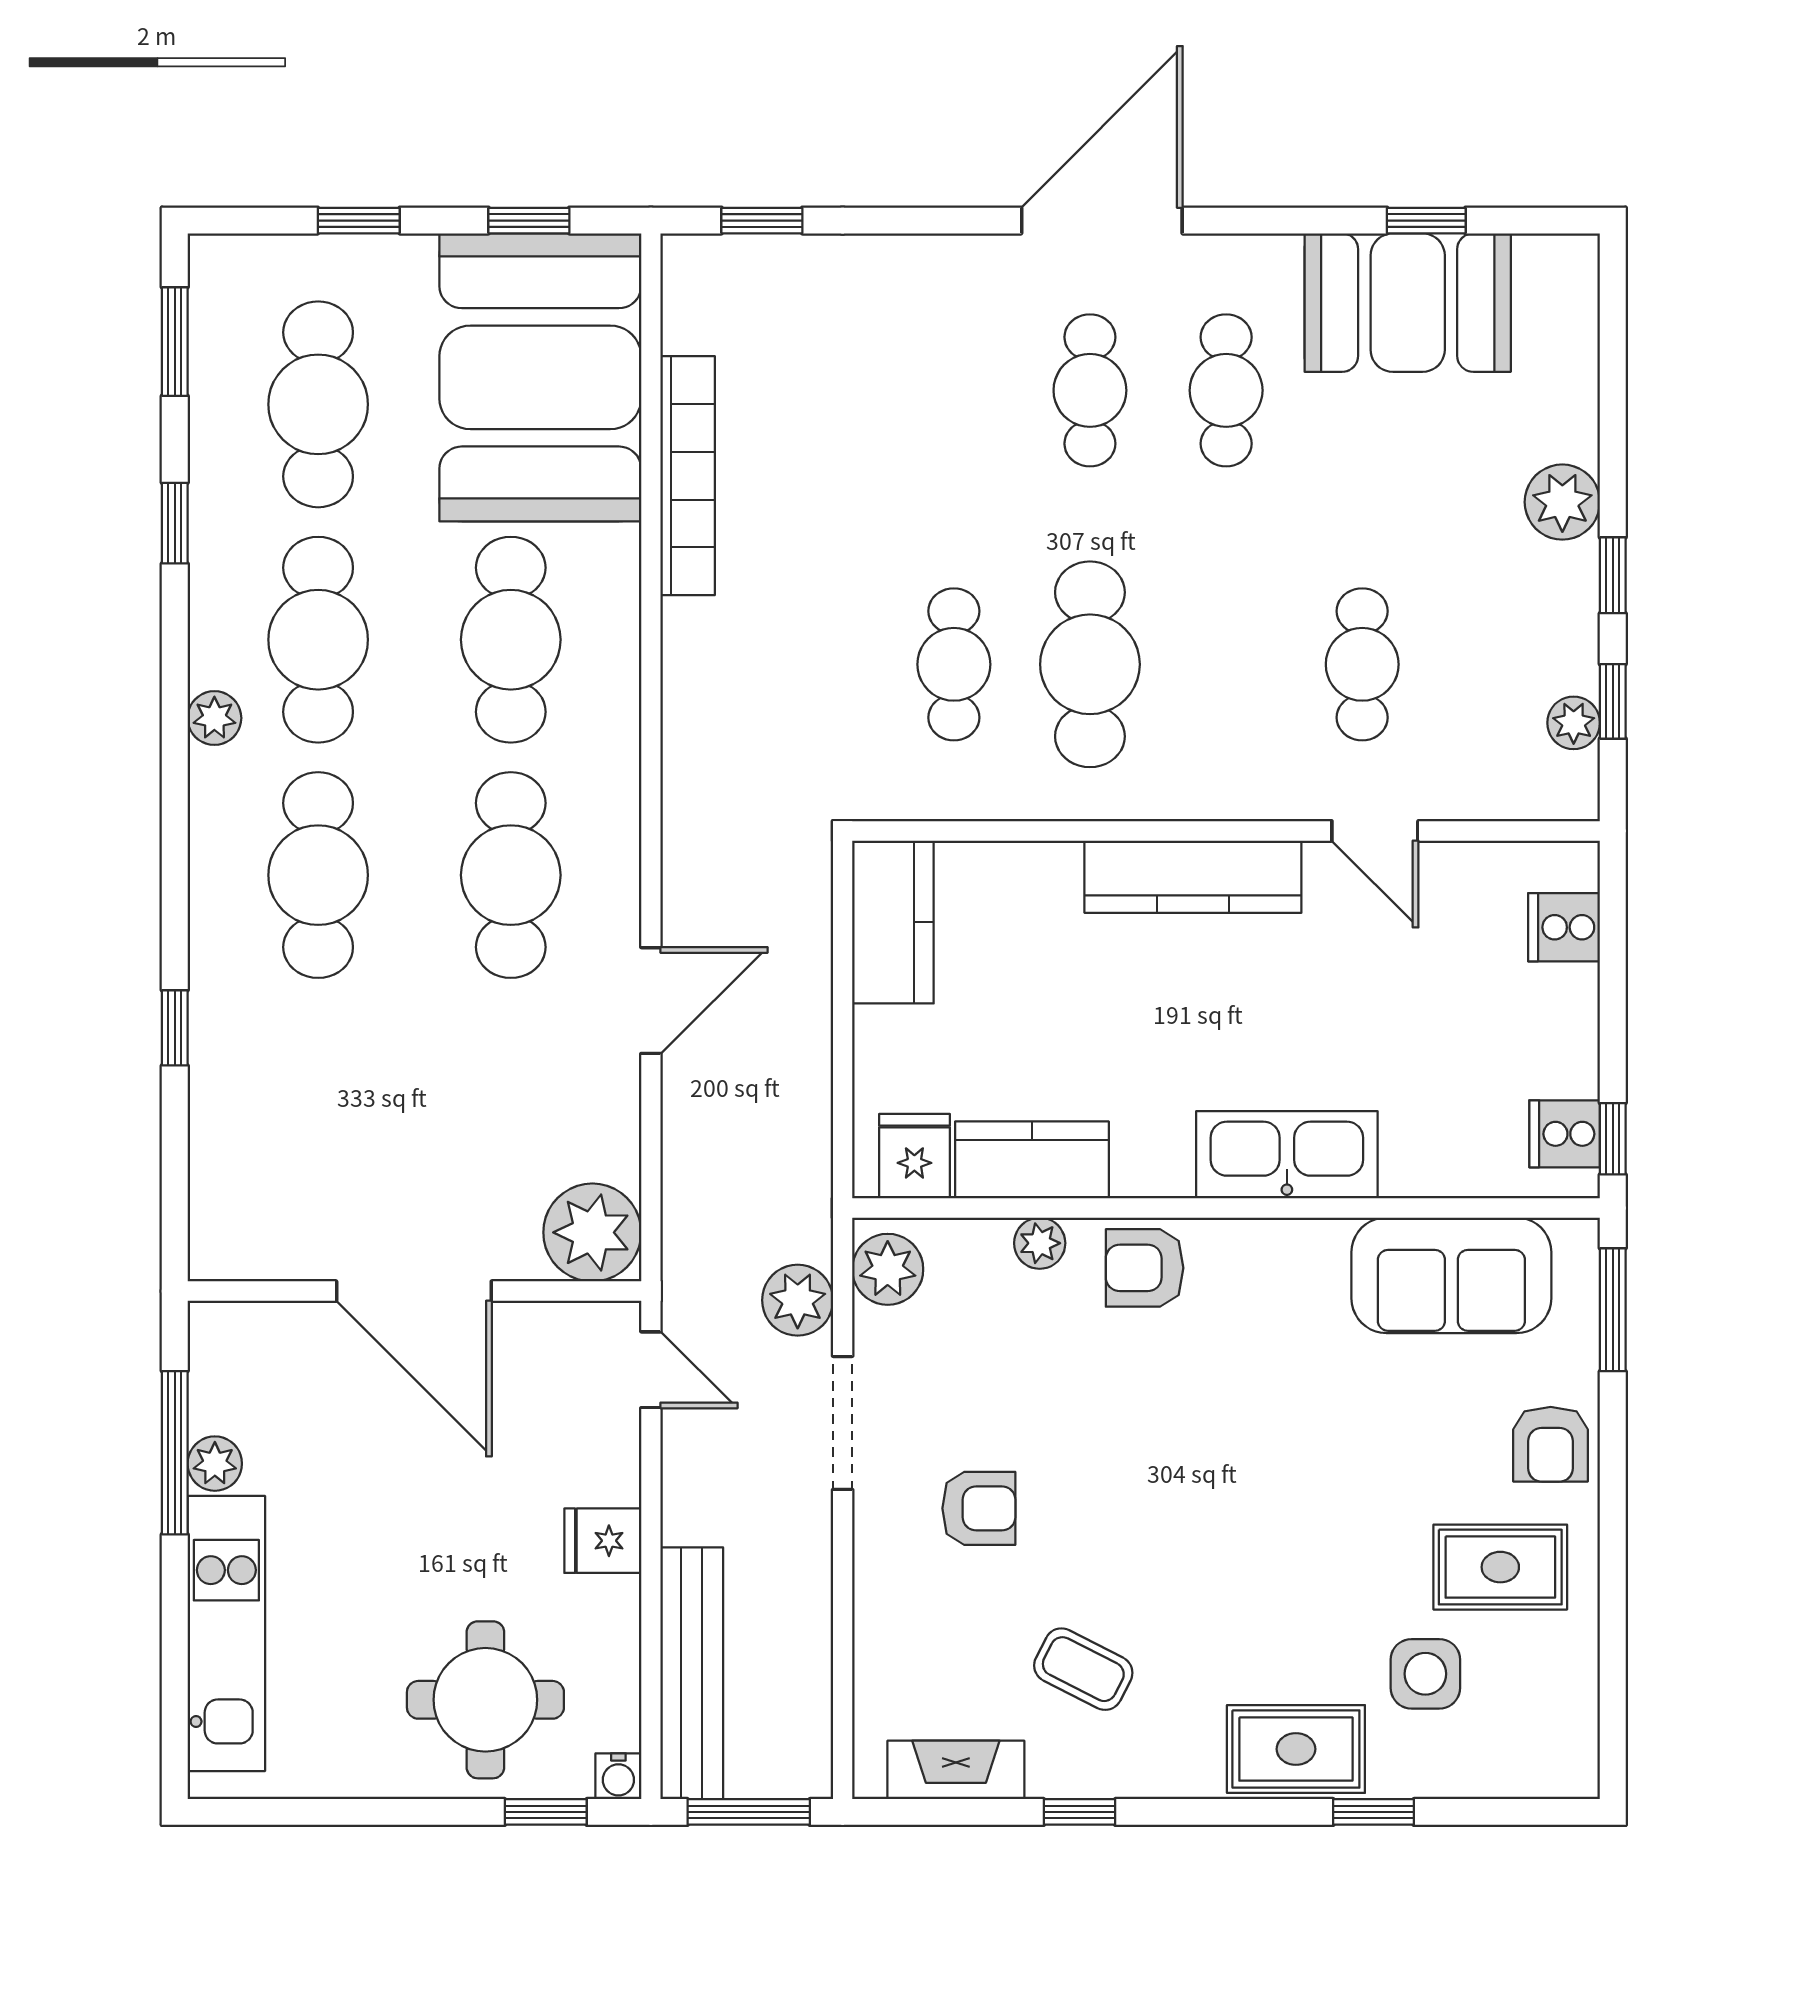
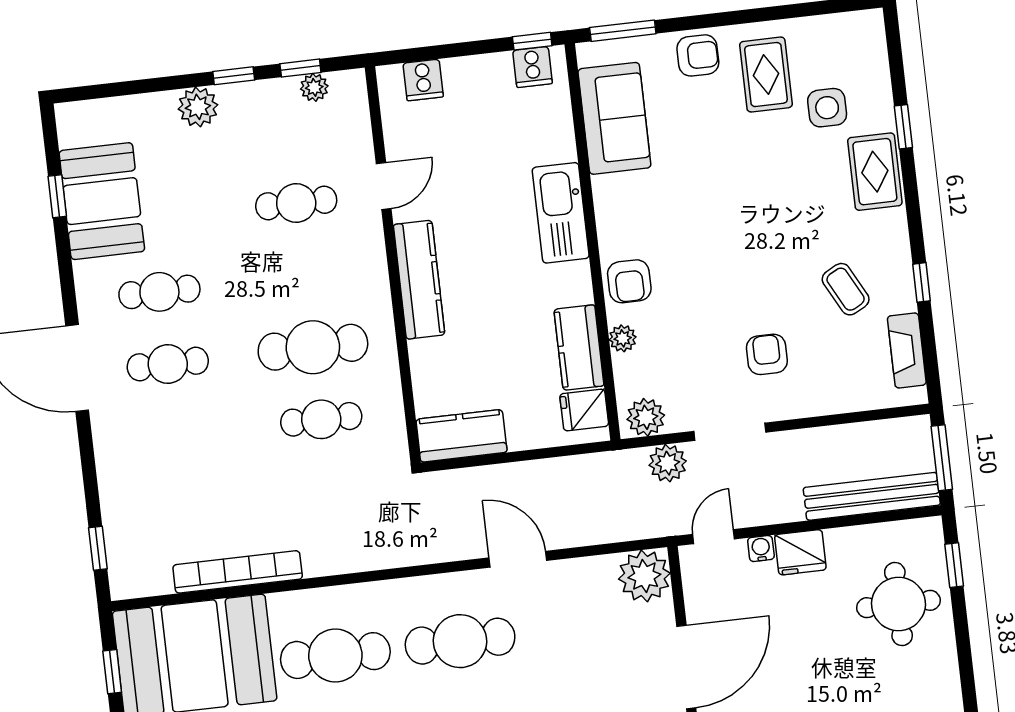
fridge: (603, 1541) -> (800, 552), width x1.38
coffee table: (1083, 1669) -> (846, 289), turned -55
water cooler: (618, 1776) -> (761, 549), moved, turned -90

